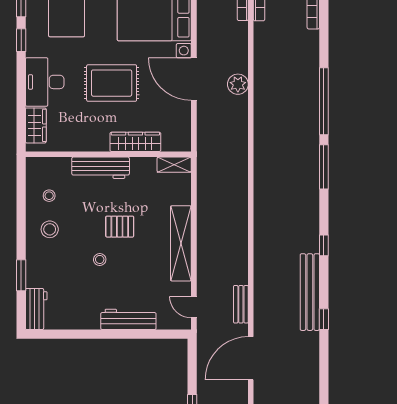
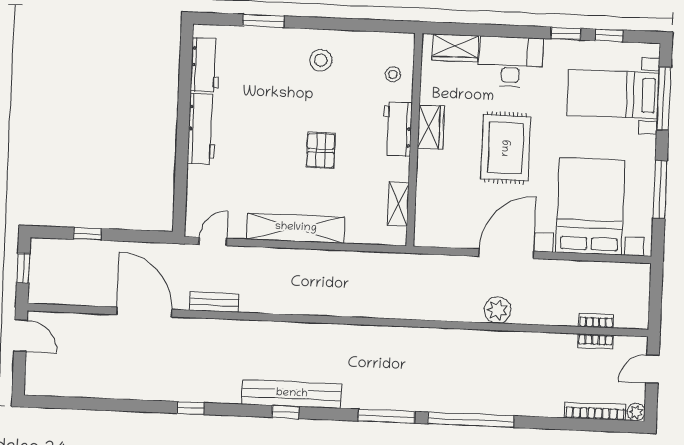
wardrobe: (135, 142) -> (431, 127), moved, width x0.67
shelving: (174, 165) -> (398, 204), moved
workbench: (101, 168) -> (397, 129), width x0.73
stool: (49, 196) -> (393, 74), moved
stool: (100, 259) -> (279, 123), removed
bench: (310, 292) -> (292, 394), moved
workbench: (36, 309) -> (205, 65), moved, turned -90
workbench: (128, 319) -> (202, 129), moved

